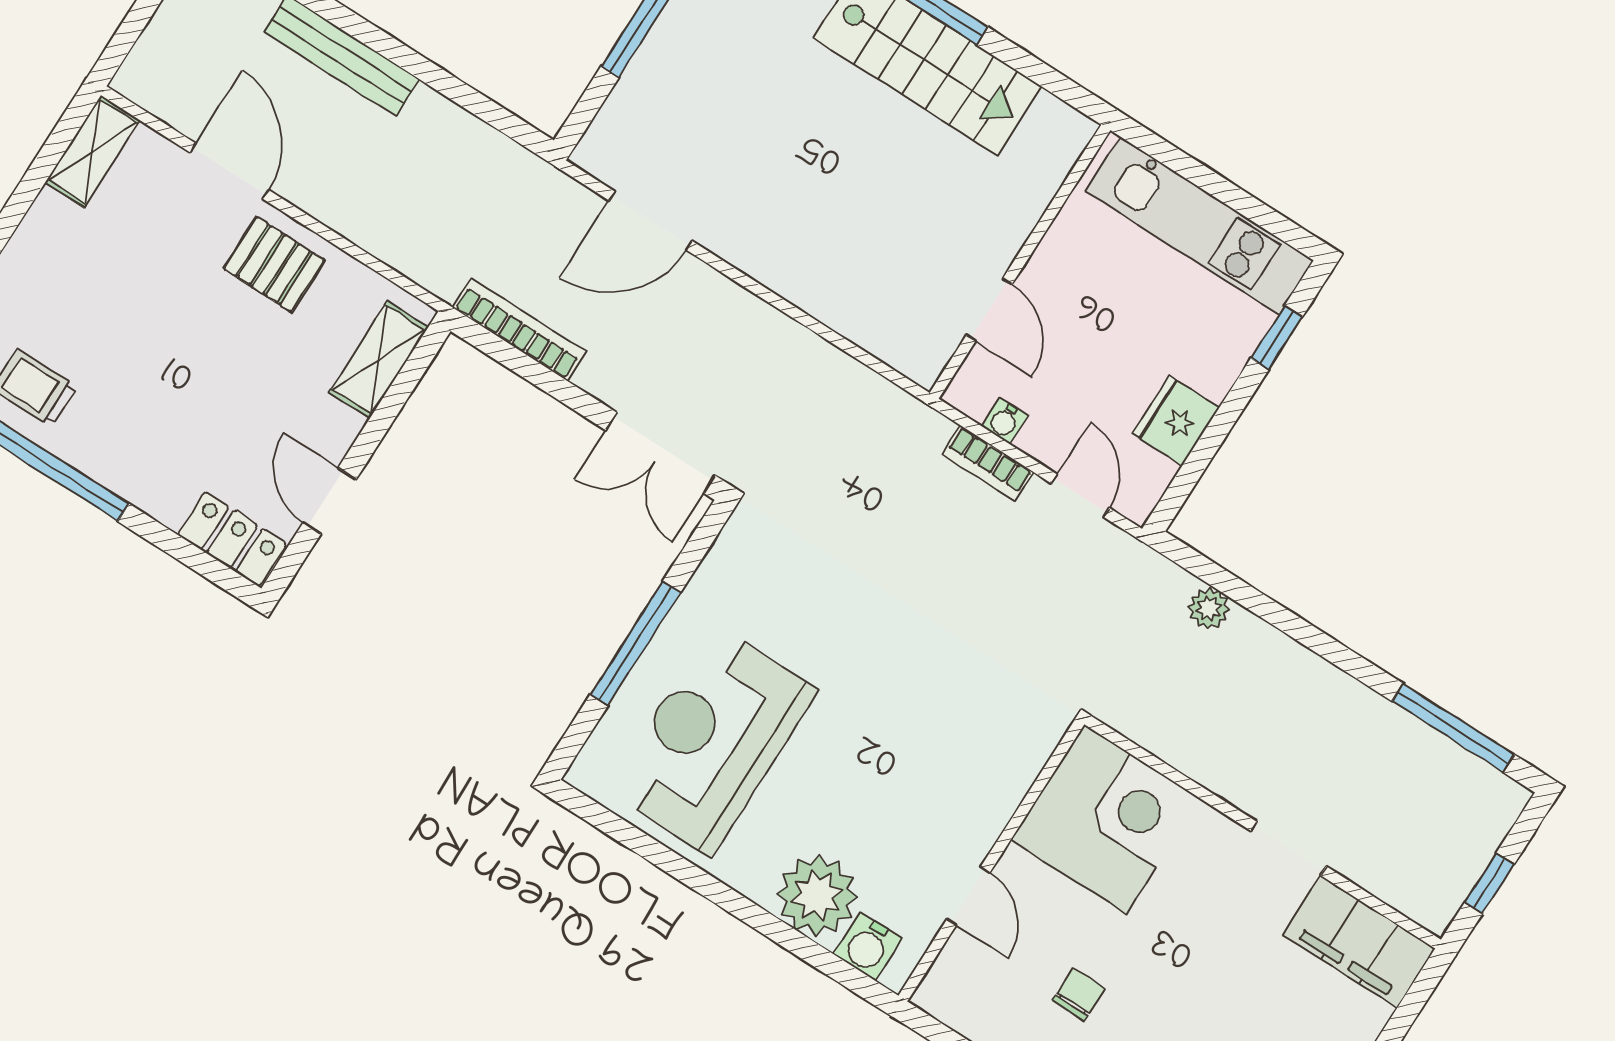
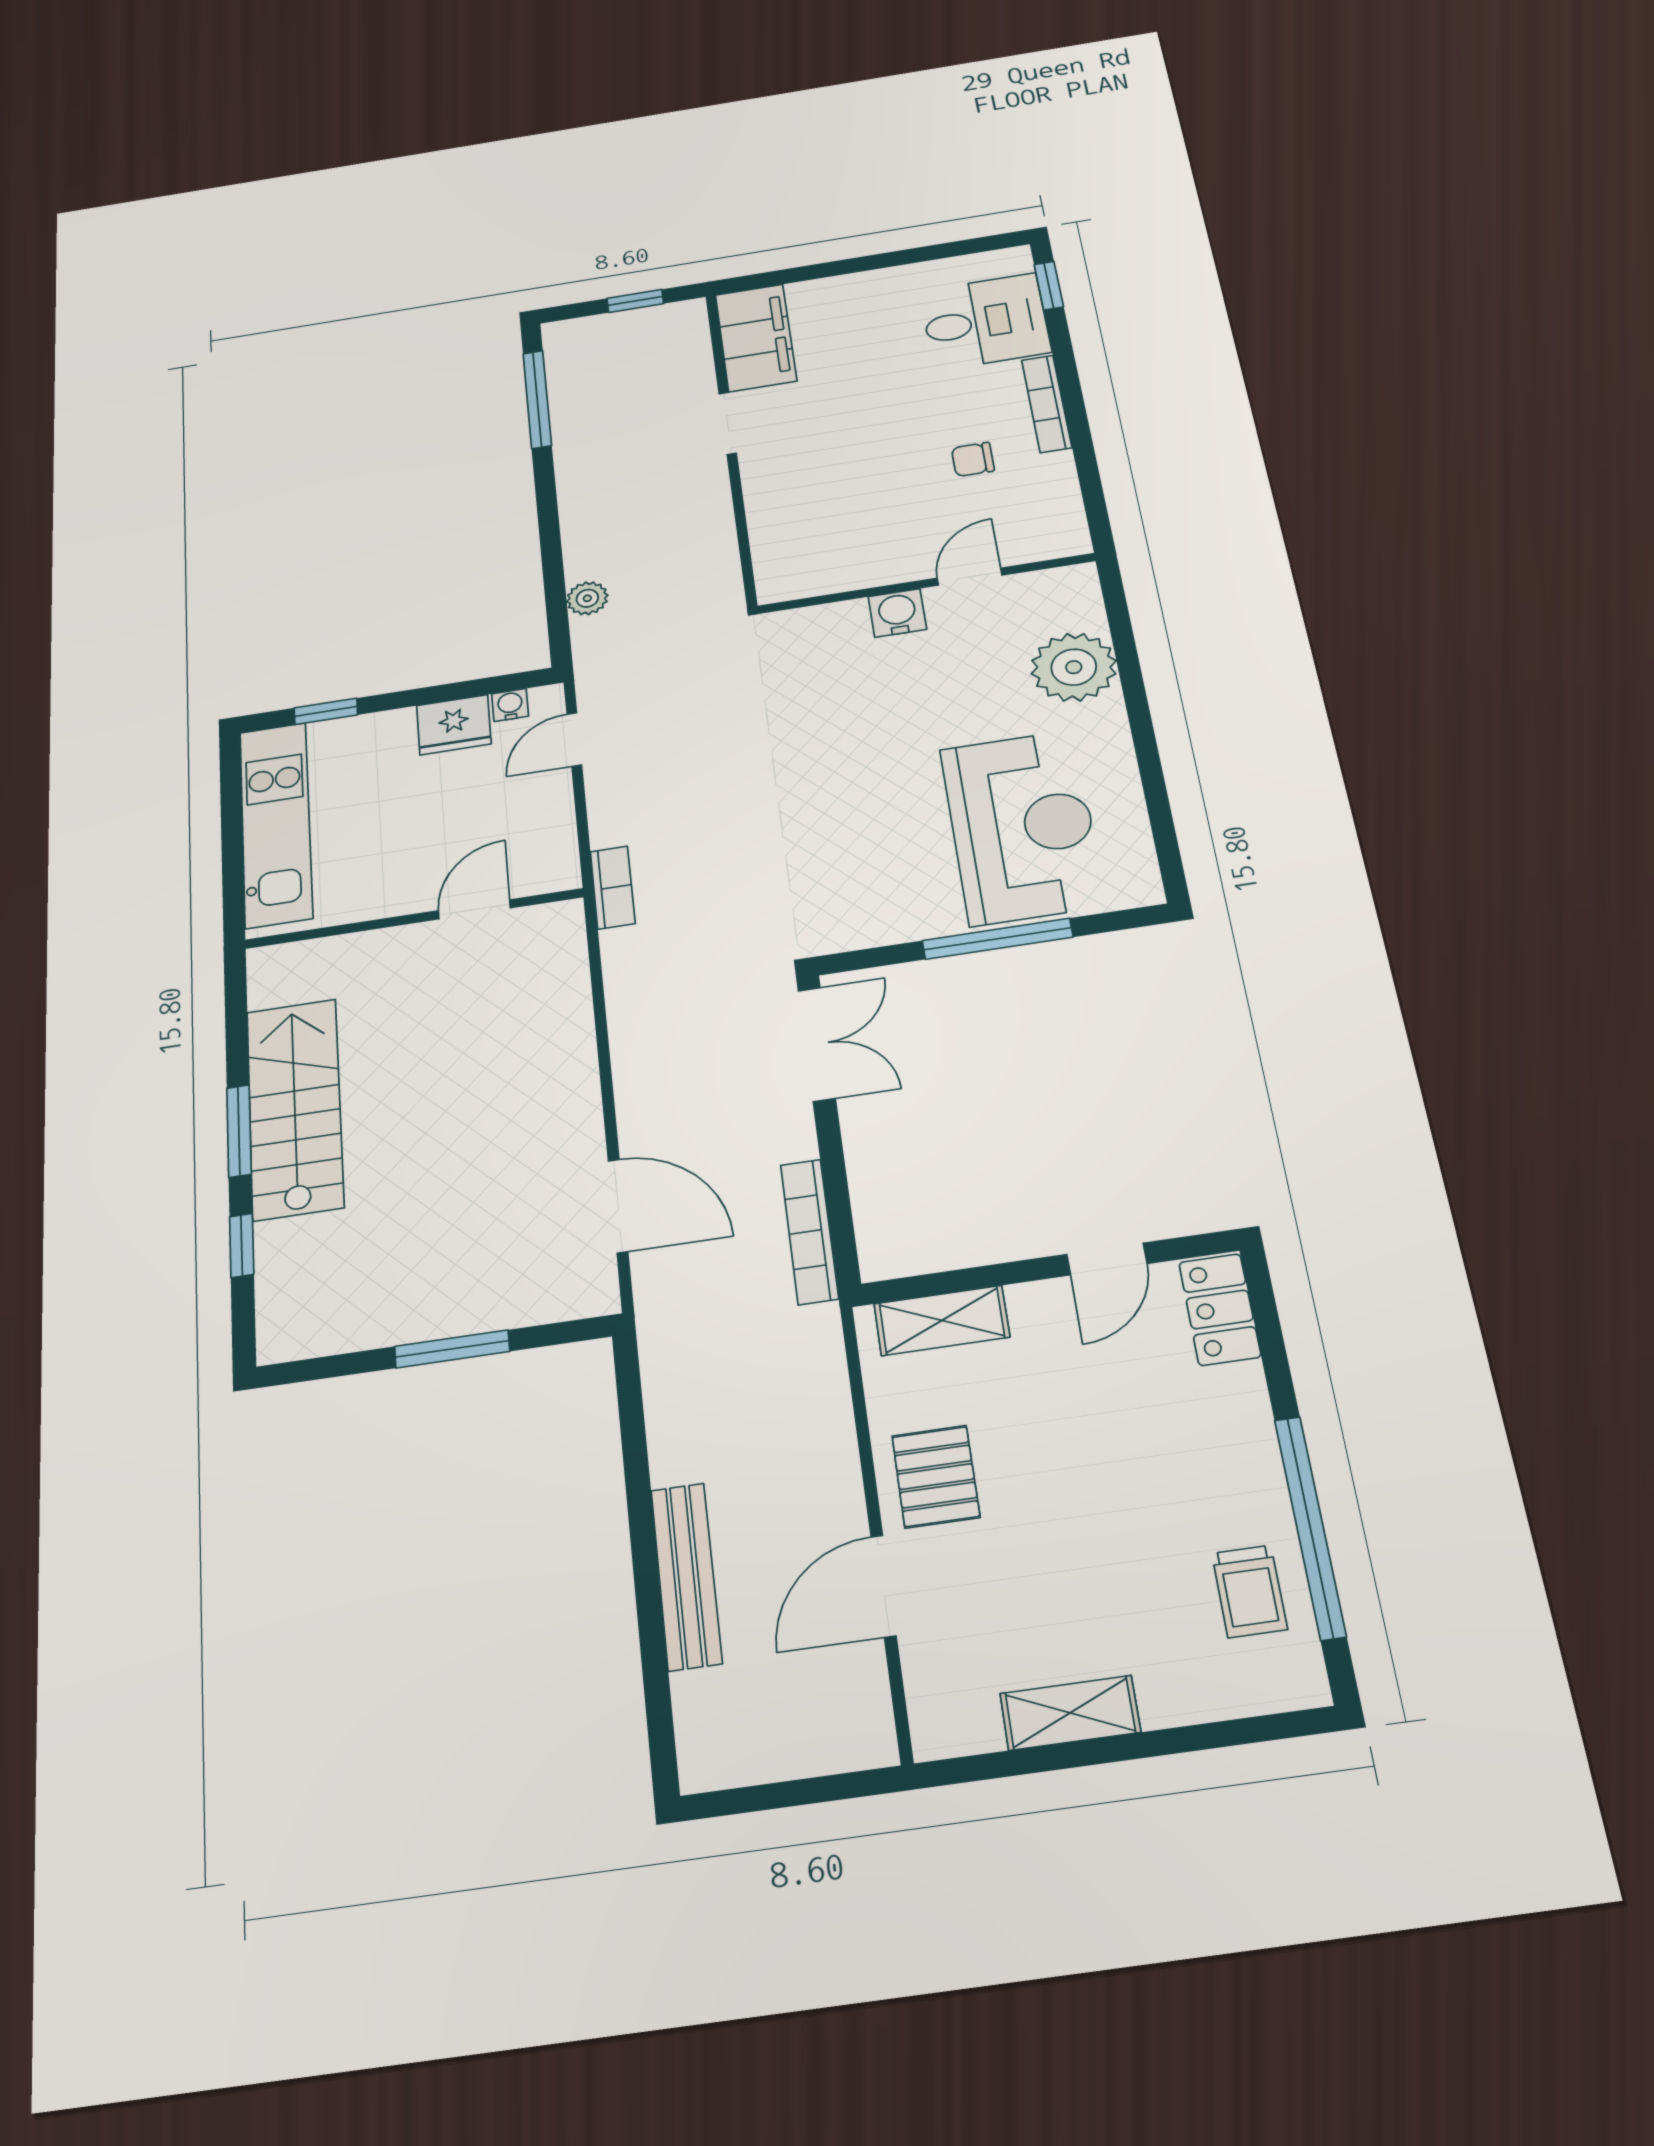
shelving: (92, 151) -> (1070, 1713), moved
water cooler: (1004, 421) -> (510, 705), moved, turned -90
bookcase: (988, 463) -> (613, 887), moved
reception desk: (712, 740) -> (1022, 827), turned -90
corner desk: (1105, 819) -> (819, 541), removed
water cooler: (868, 946) -> (897, 613), moved, turned -90

